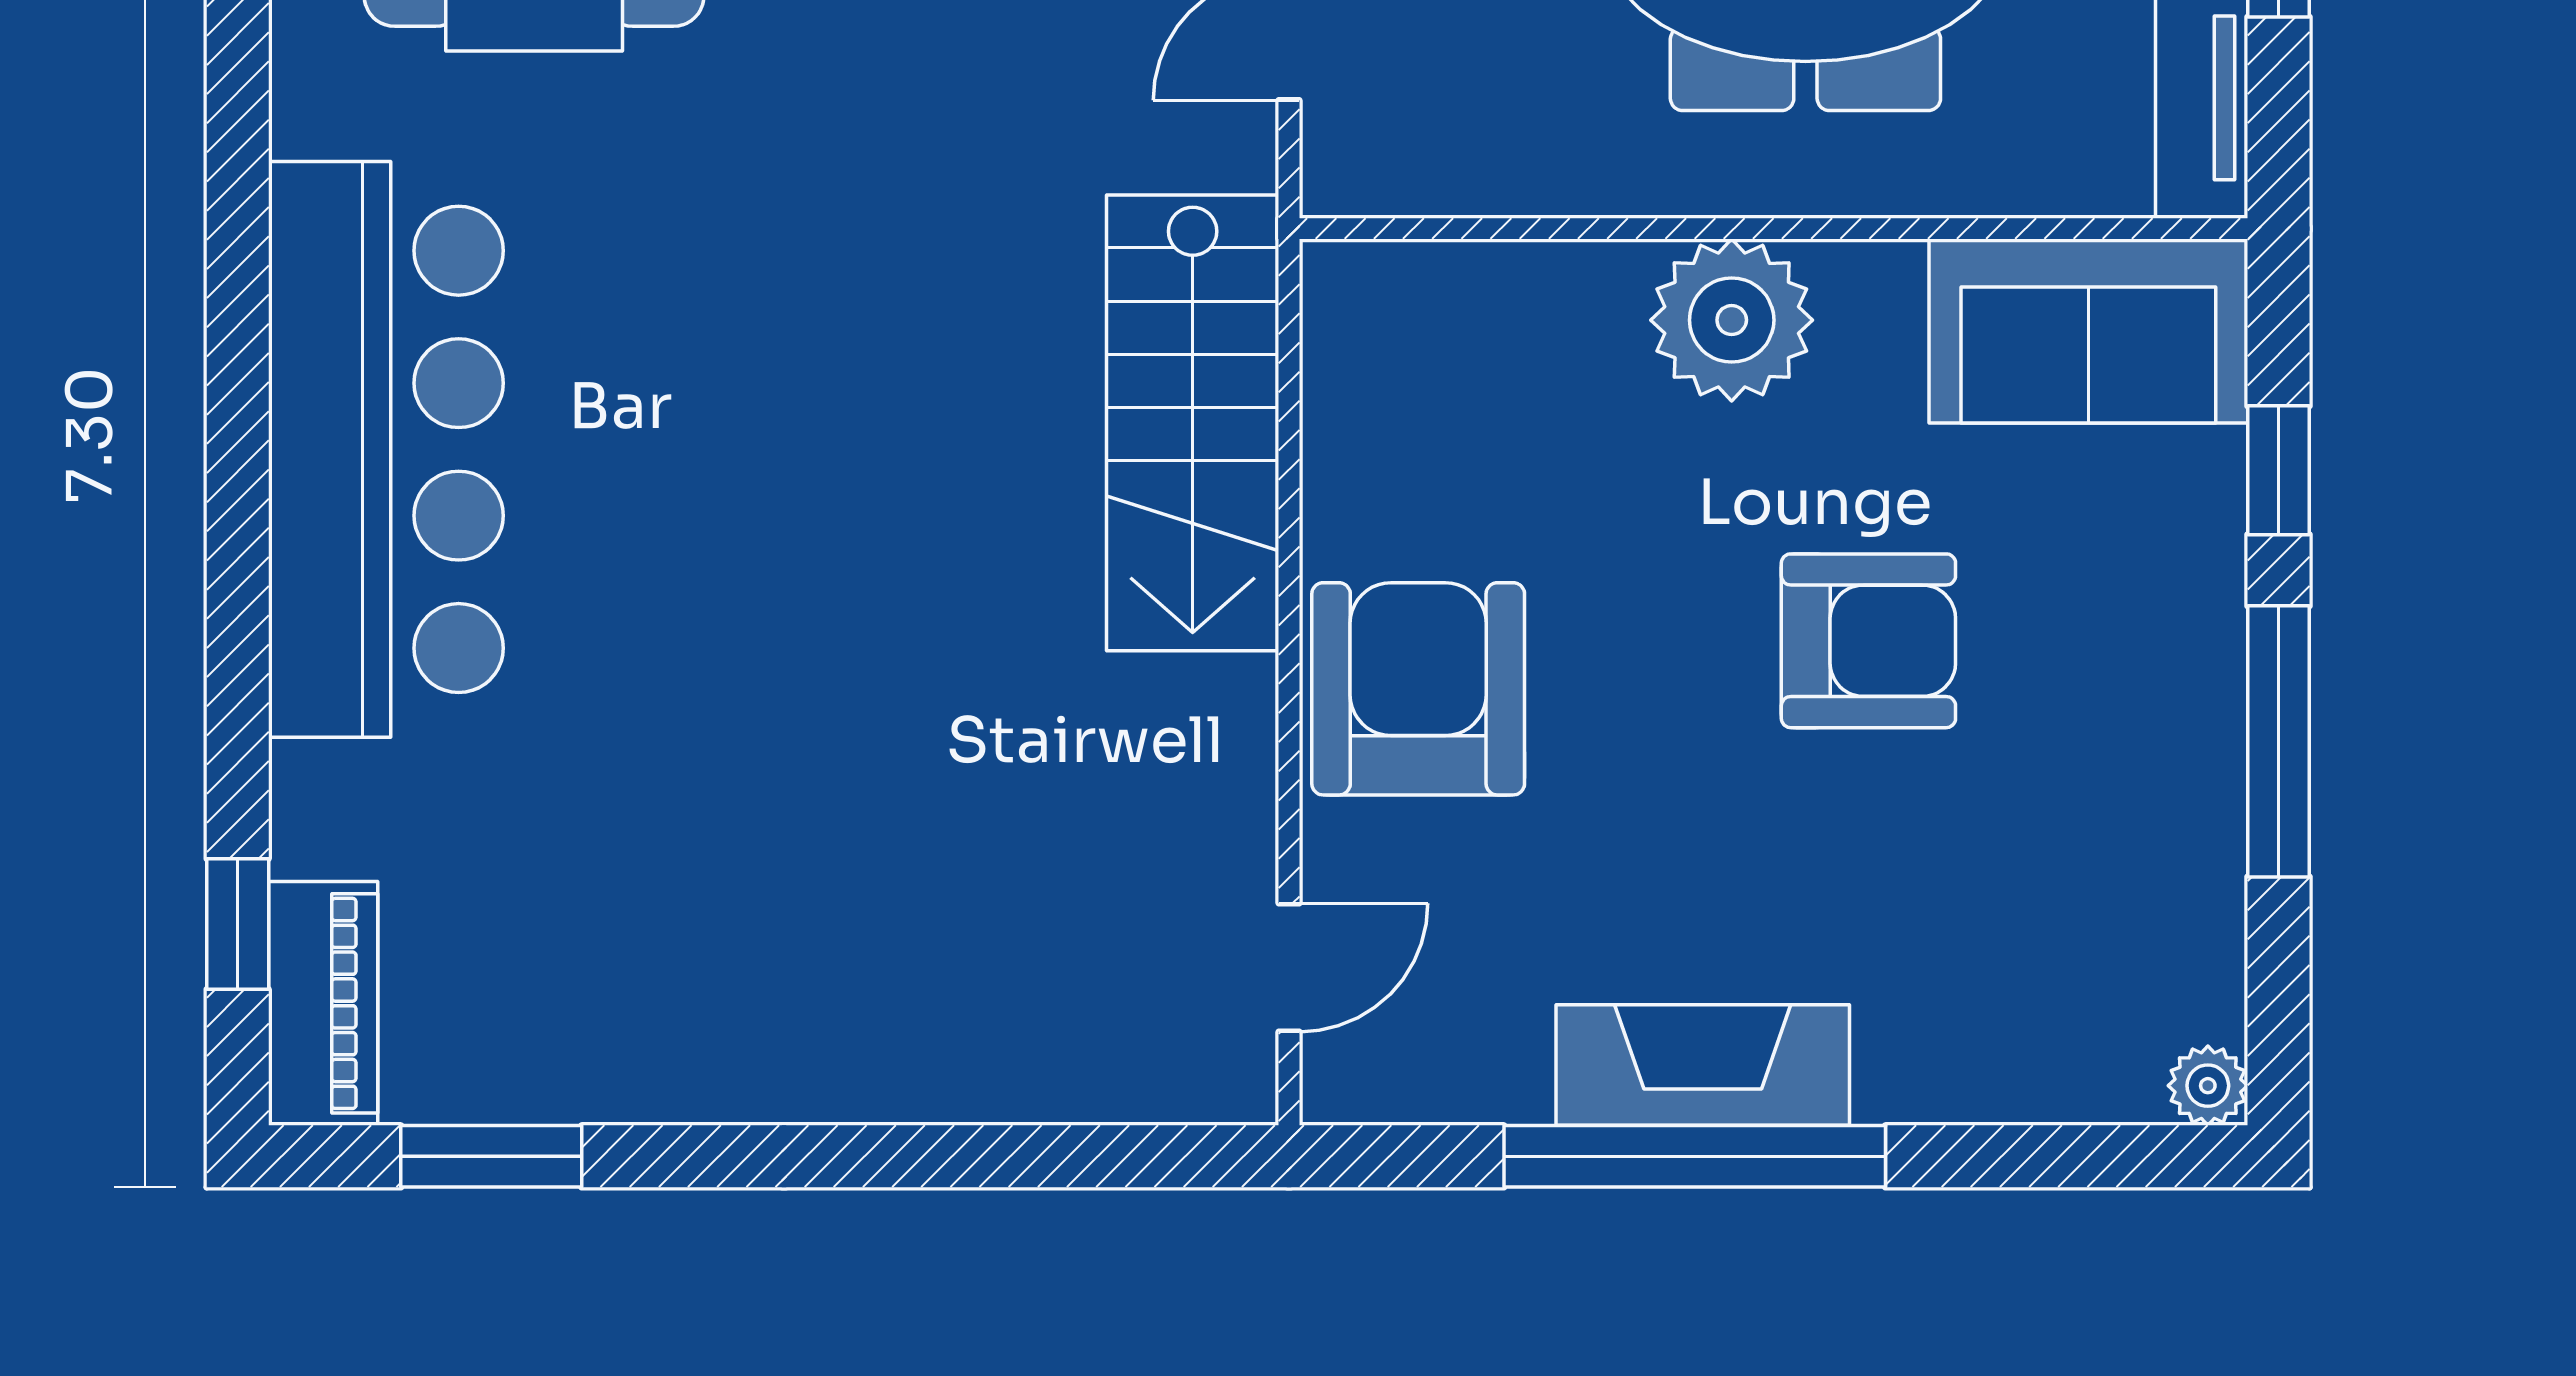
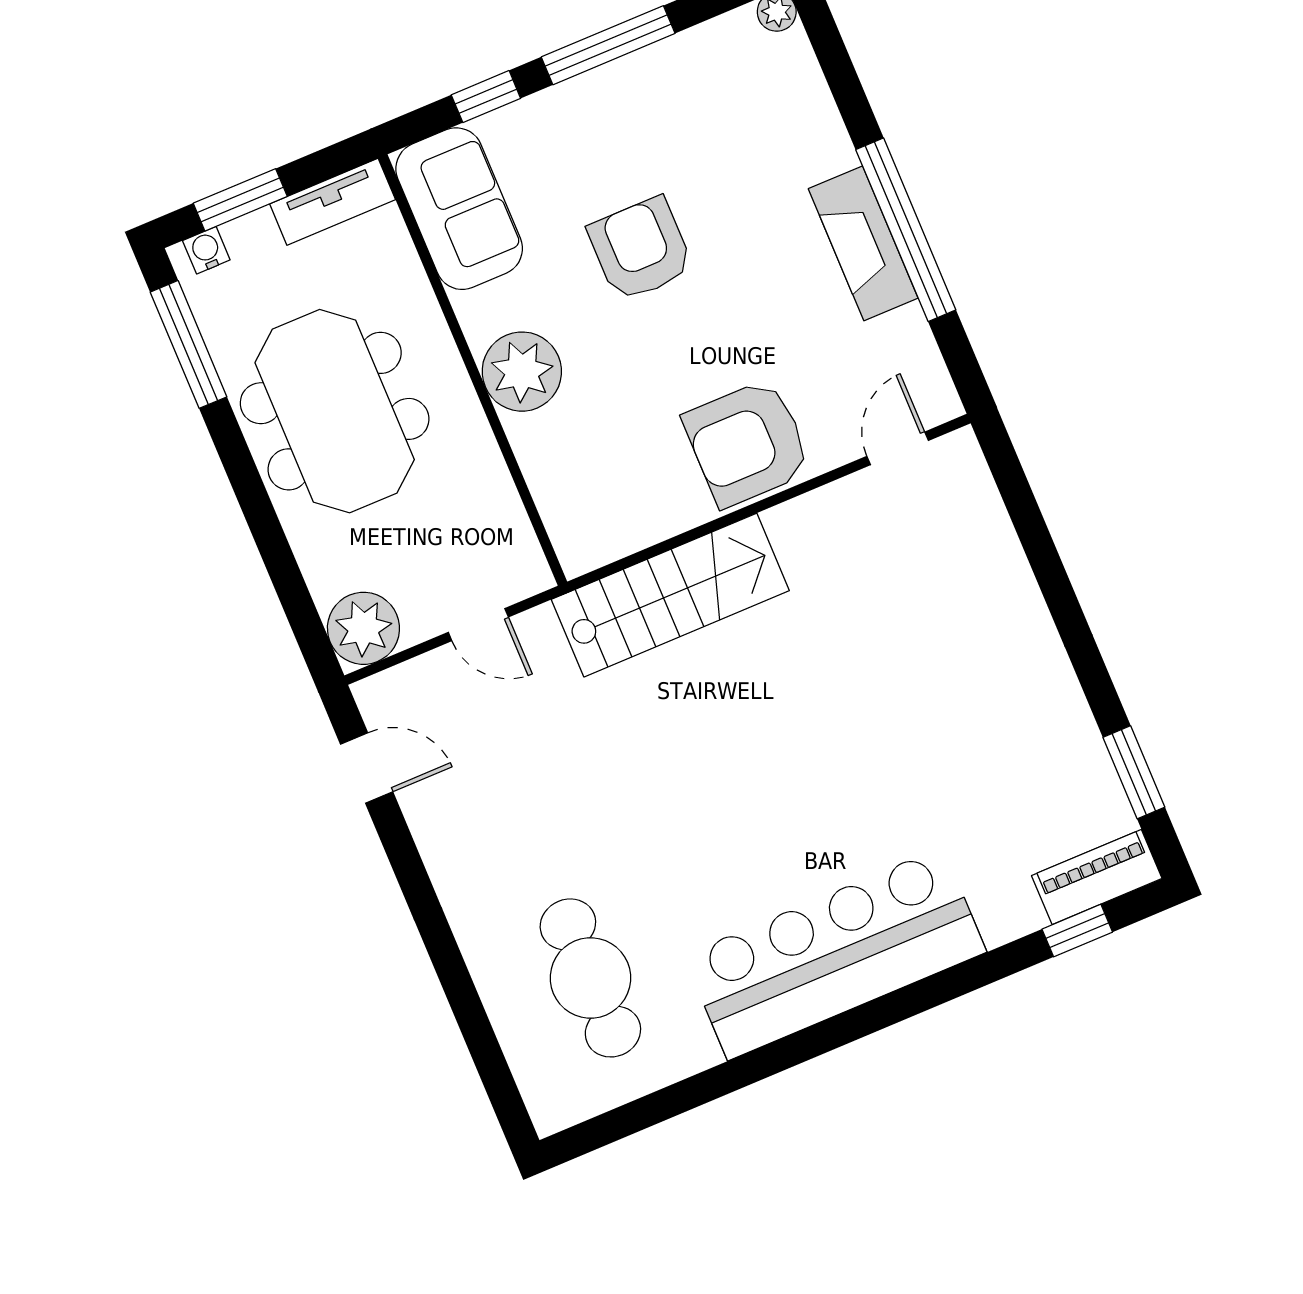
door: (1289, 967) -> (898, 448), hinge flipped

